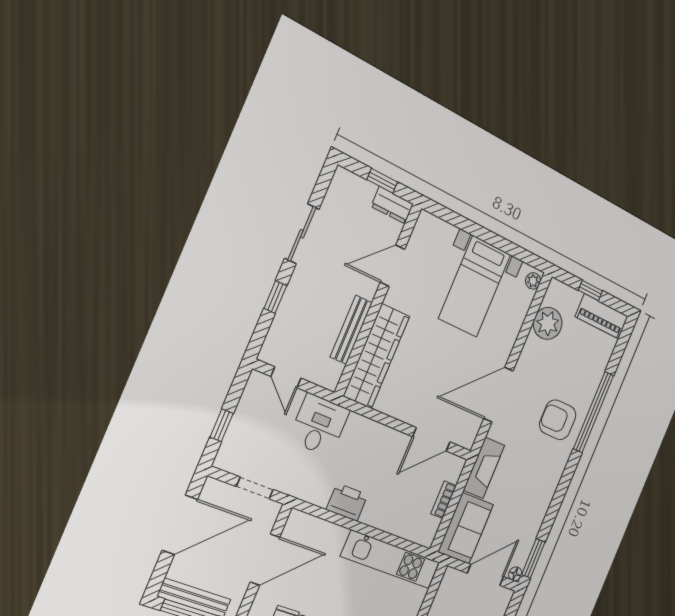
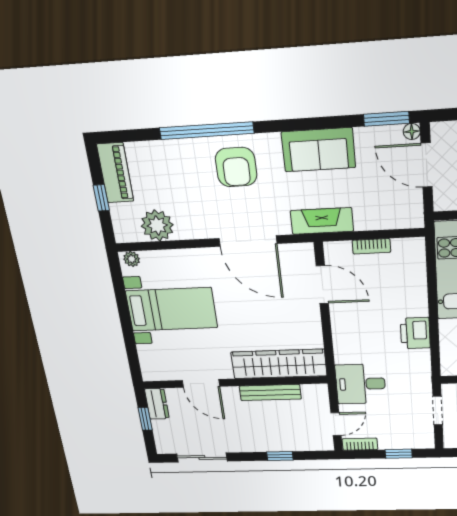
sliding door: (302, 234) -> (202, 458), moved
bookcase: (251, 390) -> (360, 444), added
sofa: (466, 528) -> (318, 150), moved, turned 180

